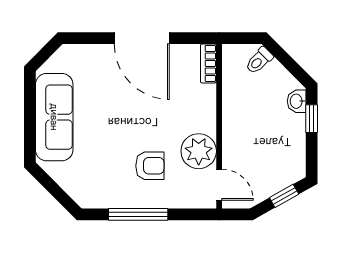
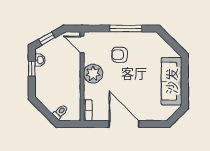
washbasin: (297, 101) -> (40, 60), moved
window: (312, 119) -> (32, 69), moved
plant: (199, 151) -> (93, 74), moved

